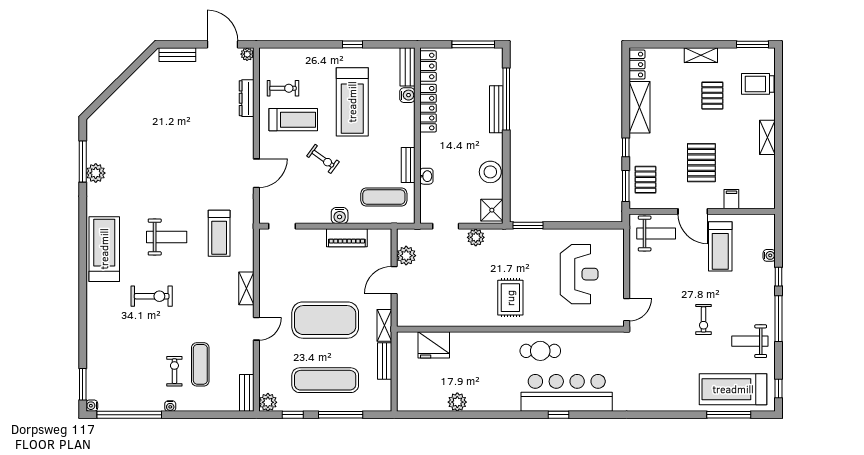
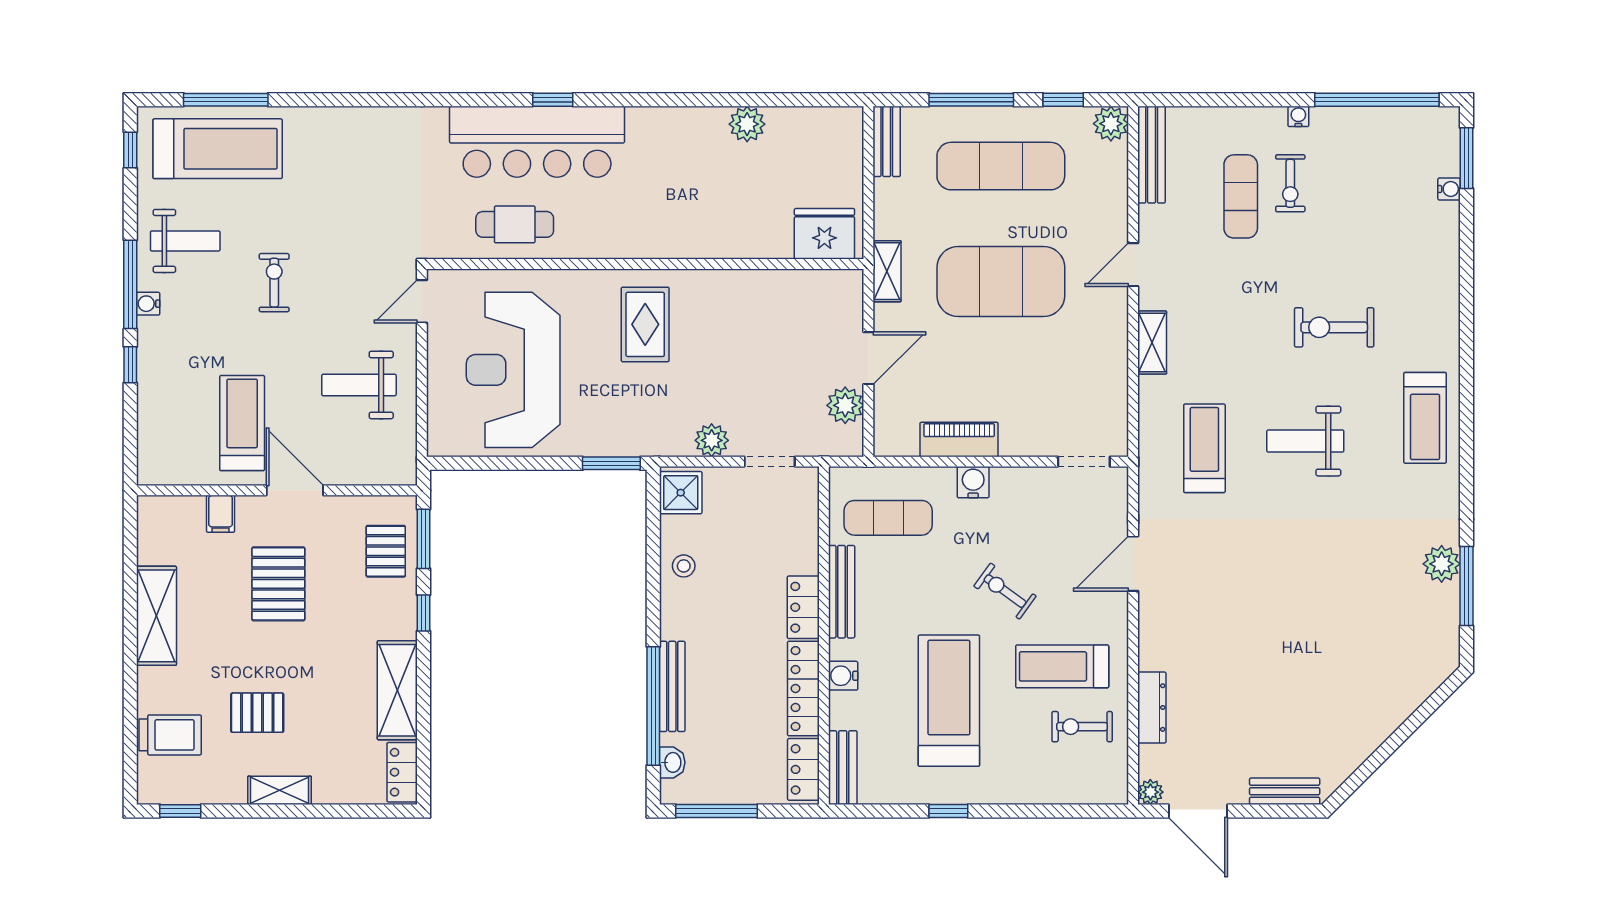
window: (752, 44) -> (180, 811), width x0.67
water cooler: (407, 95) -> (843, 676), moved
pallet: (712, 96) -> (257, 713), turned 90
shelving: (767, 137) -> (156, 616), width x1.50, depth x1.33
locker: (428, 150) -> (803, 607), added
bench: (408, 165) -> (842, 592), width x1.36
stool: (490, 172) -> (684, 566), width x0.53, depth x0.53
washbasin: (426, 176) -> (672, 762), moved, turned 180
weight bench: (656, 233) -> (359, 385), moved
treadmill: (104, 249) -> (1425, 418), width x0.73, depth x0.73
water cooler: (769, 255) -> (148, 304), moved
reception desk: (579, 274) -> (513, 370), width x1.36, depth x1.30
fridge: (434, 345) -> (824, 234), moved
cafe table: (540, 351) -> (515, 224), moved
bench: (385, 361) -> (887, 141), moved
bench: (247, 393) -> (1152, 155), width x1.36
water cooler: (92, 406) -> (1449, 189), moved

